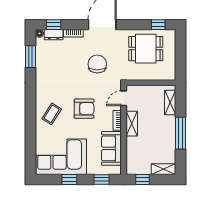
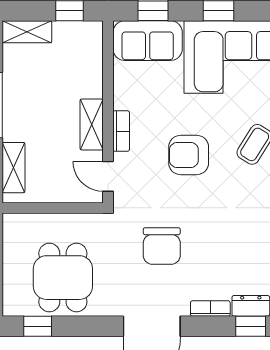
dining table: (146, 49) -> (63, 278), turned 90
door: (124, 98) -> (108, 176), swing flipped
sofa: (111, 148) -> (148, 41), moved, turned 90

